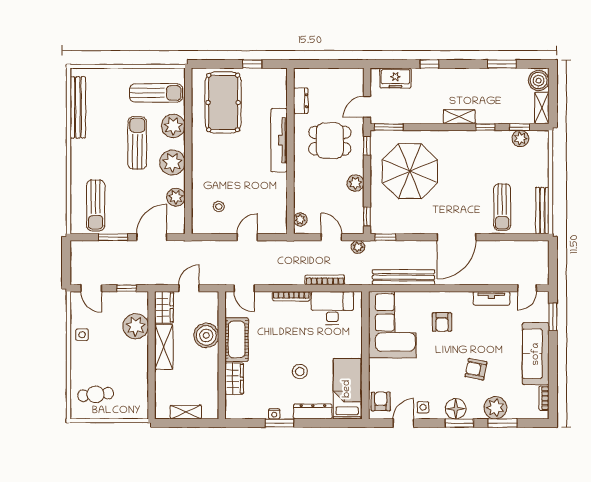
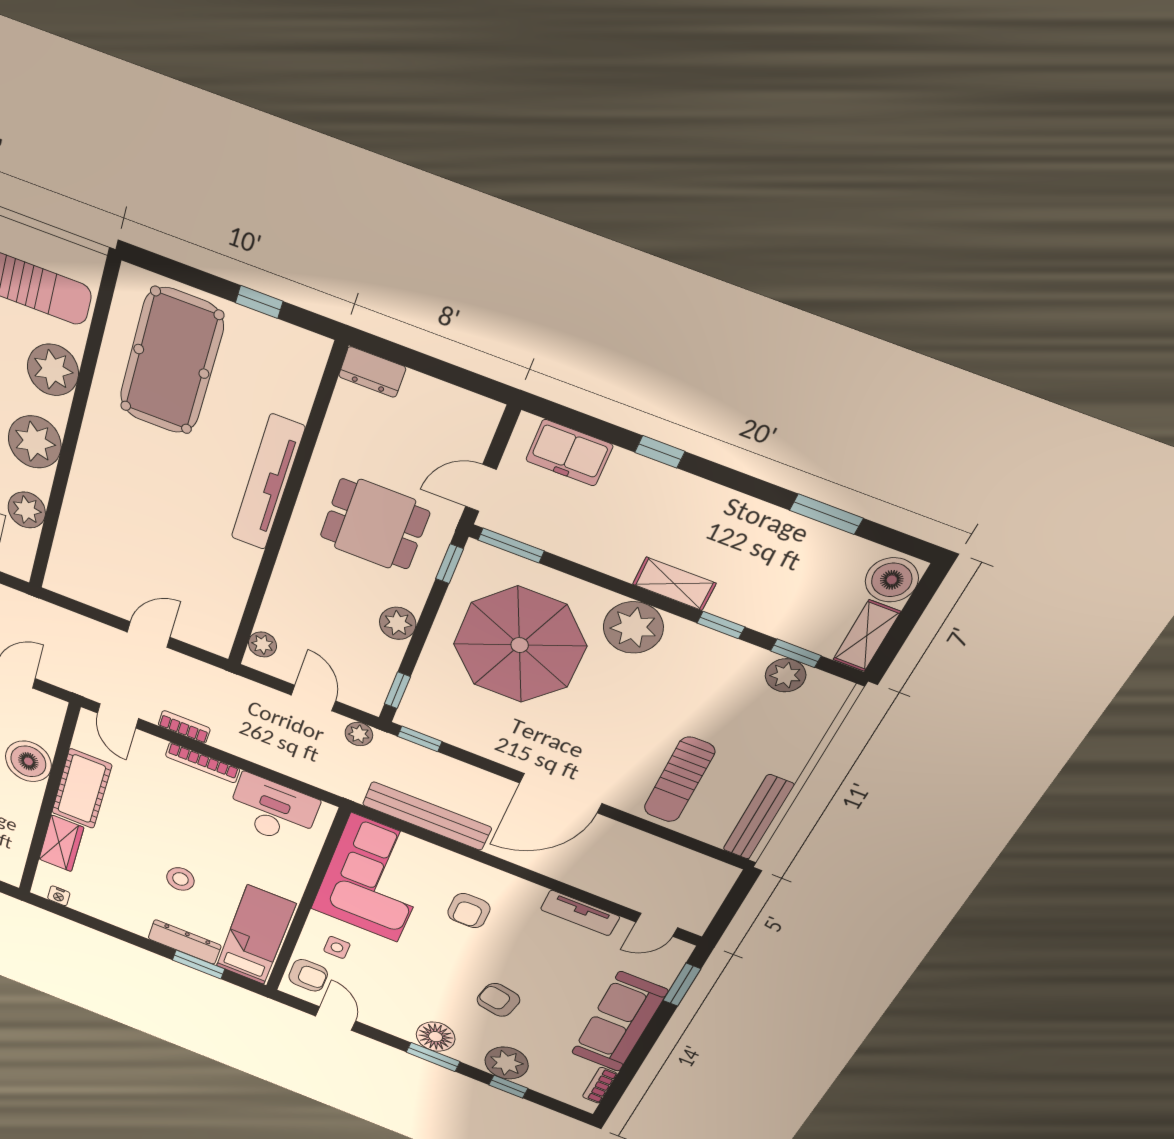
dresser: (301, 101) -> (372, 372), moved, turned 90
plant: (452, 143) -> (633, 627), added
stool: (219, 206) -> (108, 560), removed
bookcase: (325, 280) -> (184, 727), moved, width x0.64
armchair: (381, 401) -> (308, 975), turned 90
side table: (423, 407) -> (337, 947), moved
nightstand: (274, 414) -> (59, 896), moved
window: (279, 423) -> (199, 965), moved
door: (403, 423) -> (336, 1019), hinge flipped
window: (502, 423) -> (508, 1087), width x0.67

